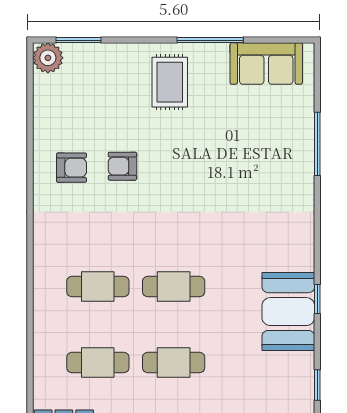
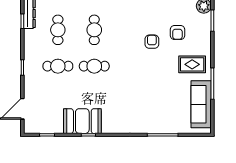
sofa: (266, 64) -> (201, 104), width x1.36
armchair: (72, 168) -> (177, 33), moved
cafe table: (174, 287) -> (94, 66), turned 90
cafe table: (174, 363) -> (58, 66), turned 90

